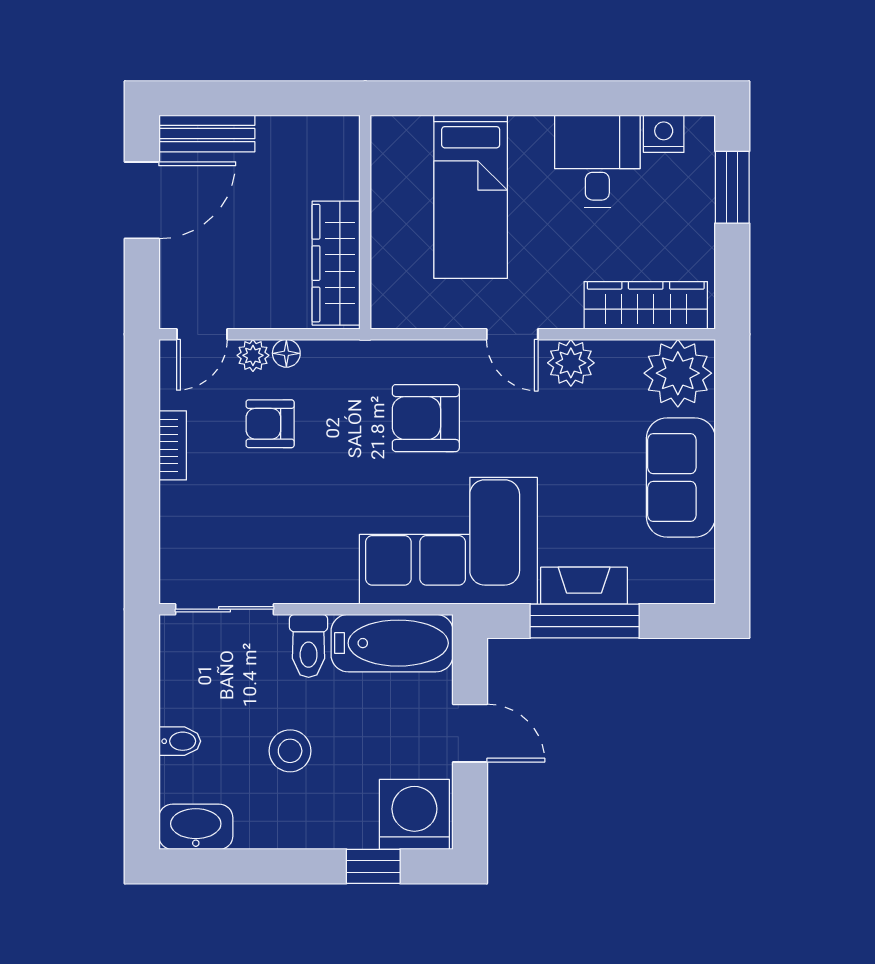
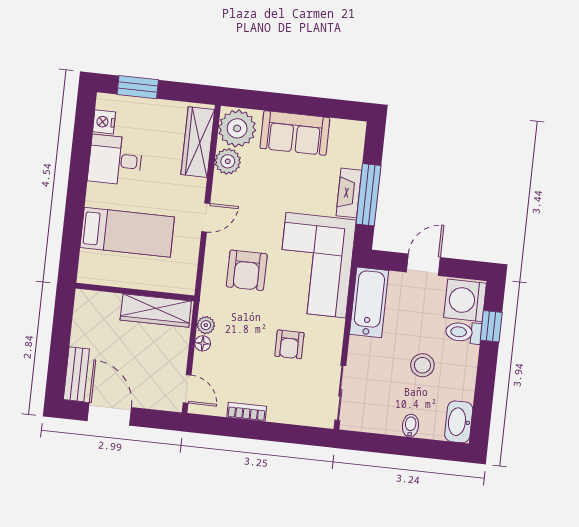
plant: (253, 355) -> (206, 325), moved
plant: (571, 363) -> (228, 161), moved
armchair: (270, 424) -> (289, 344), moved
toilet: (309, 646) -> (464, 332), moved, turned 180

